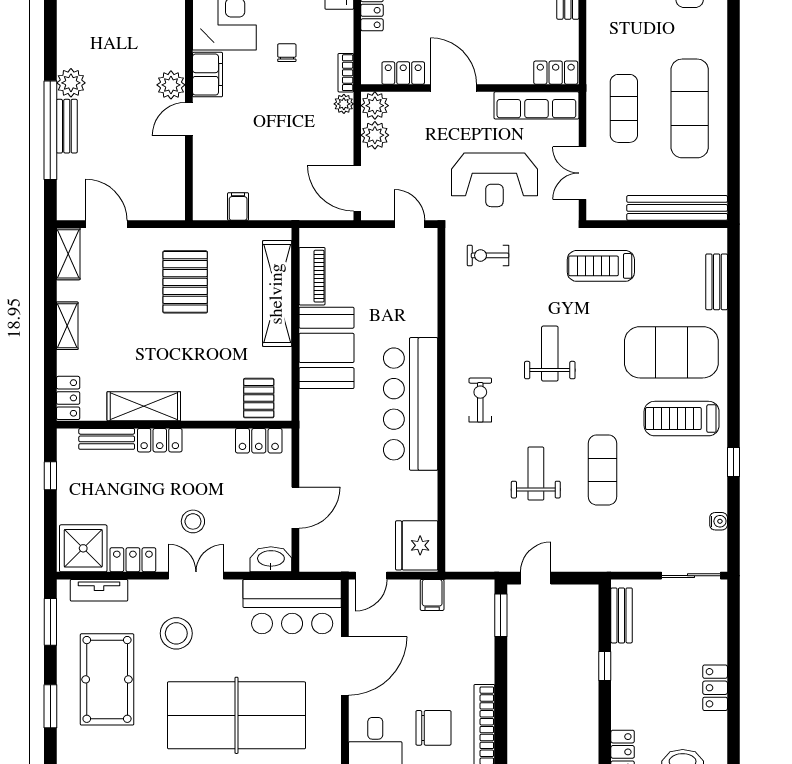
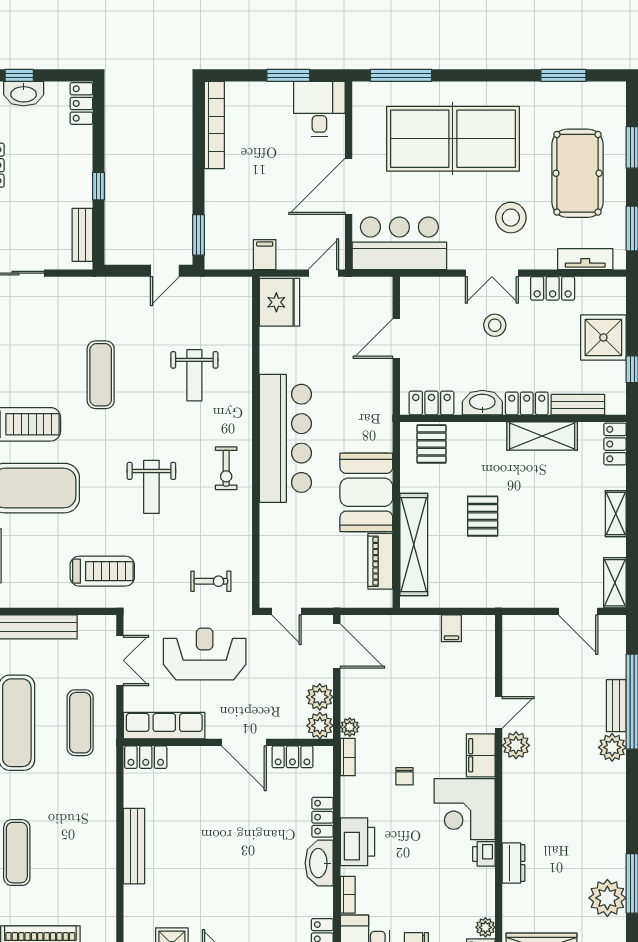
pallet: (185, 282) -> (483, 516), moved, width x0.67, depth x0.71
exercise bike: (480, 400) -> (226, 468), moved
weight bench: (536, 474) -> (194, 375), moved
shower: (83, 548) -> (603, 337), moved
washbasin: (271, 559) -> (482, 403), moved, turned 180
chair: (433, 728) -> (263, 127), removed

